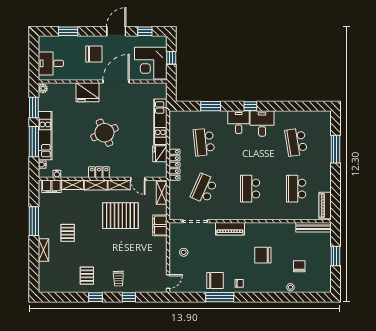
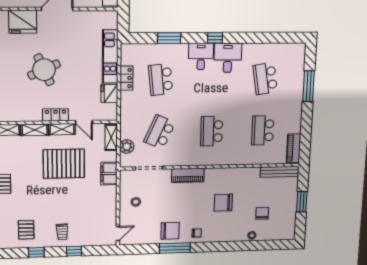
locker: (174, 165) -> (126, 78), moved, width x0.66
locker: (99, 172) -> (55, 115), moved
plant: (175, 201) -> (127, 147), added

